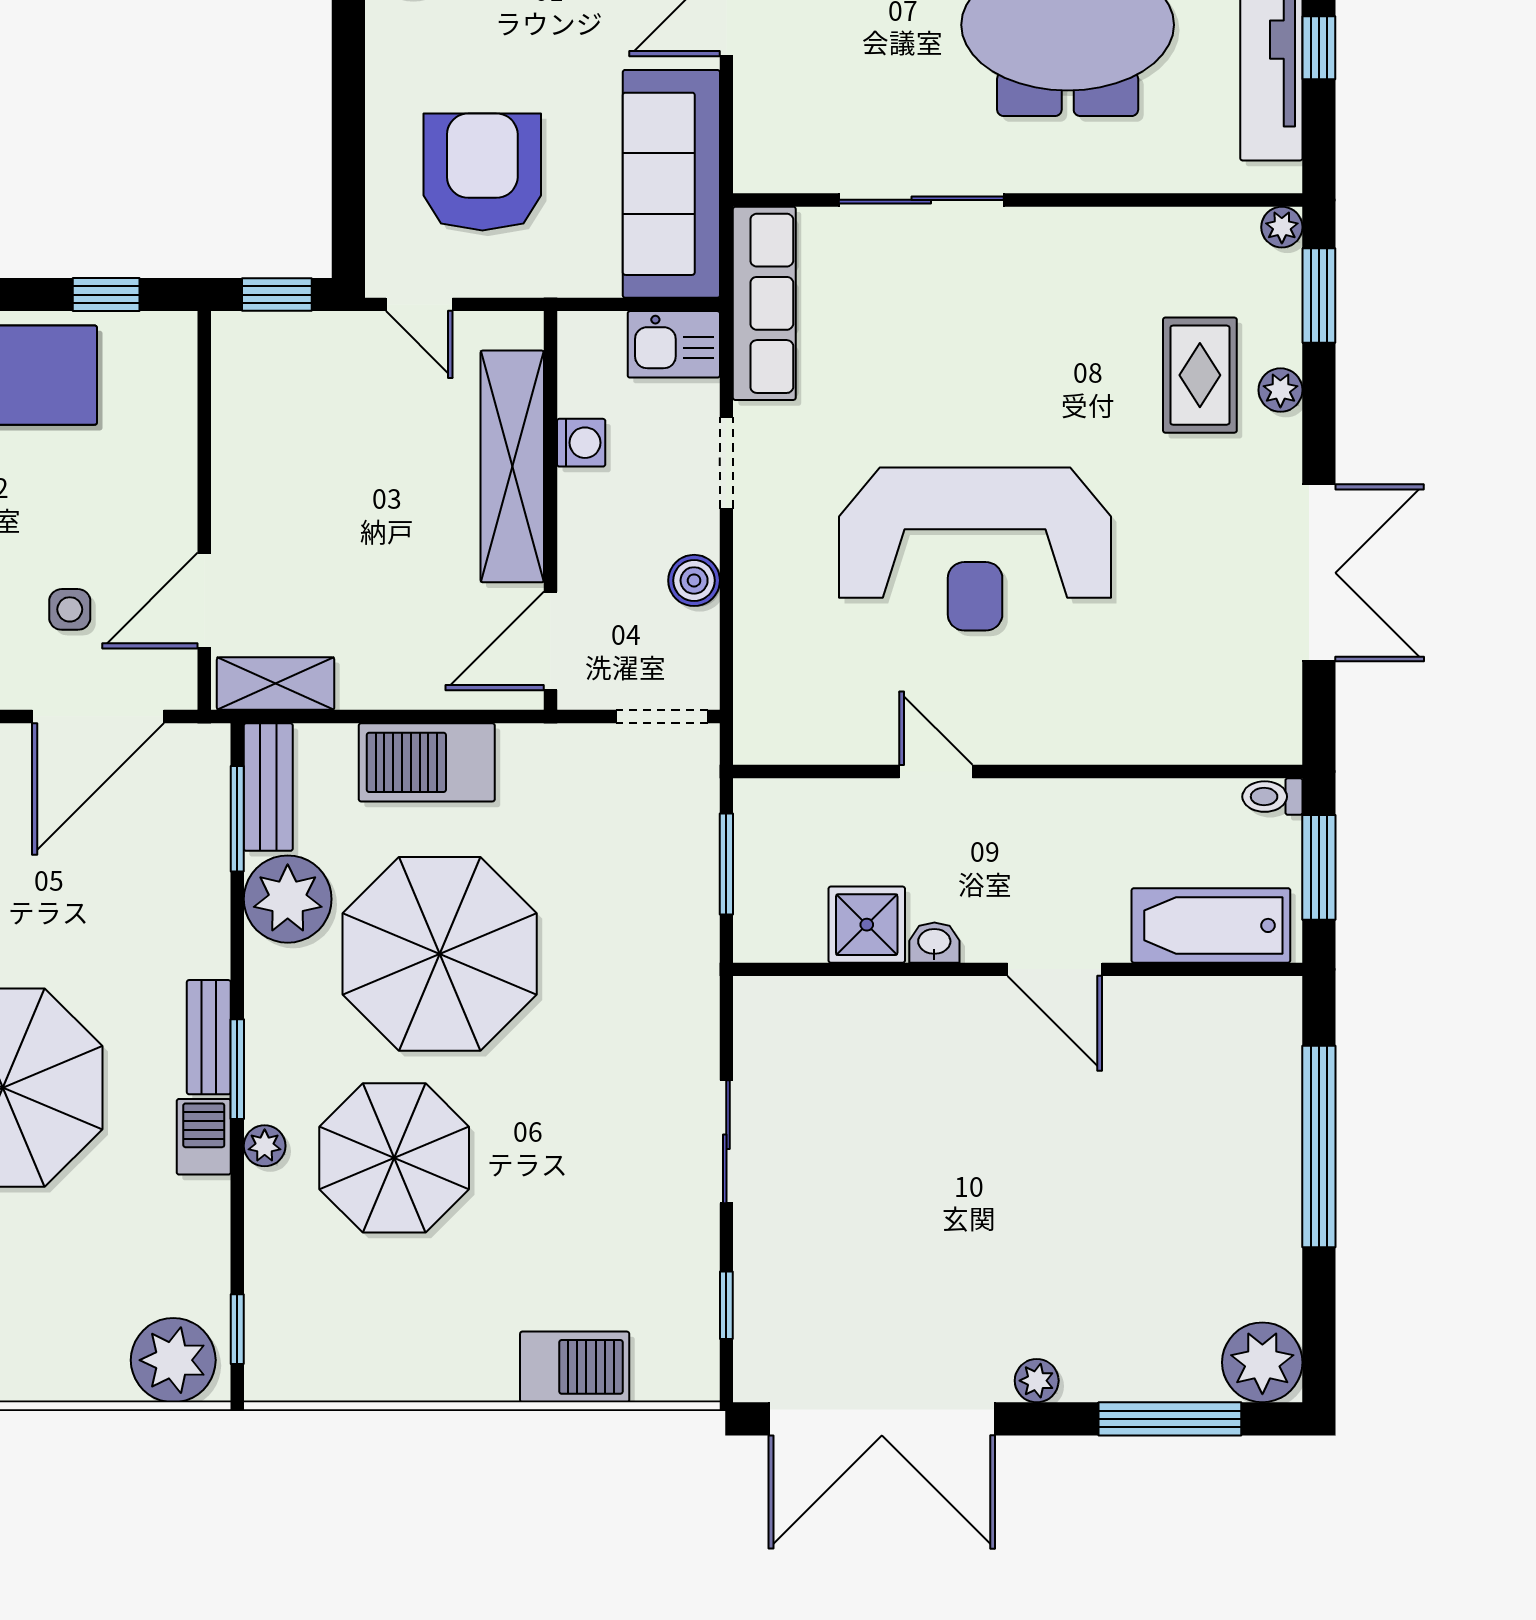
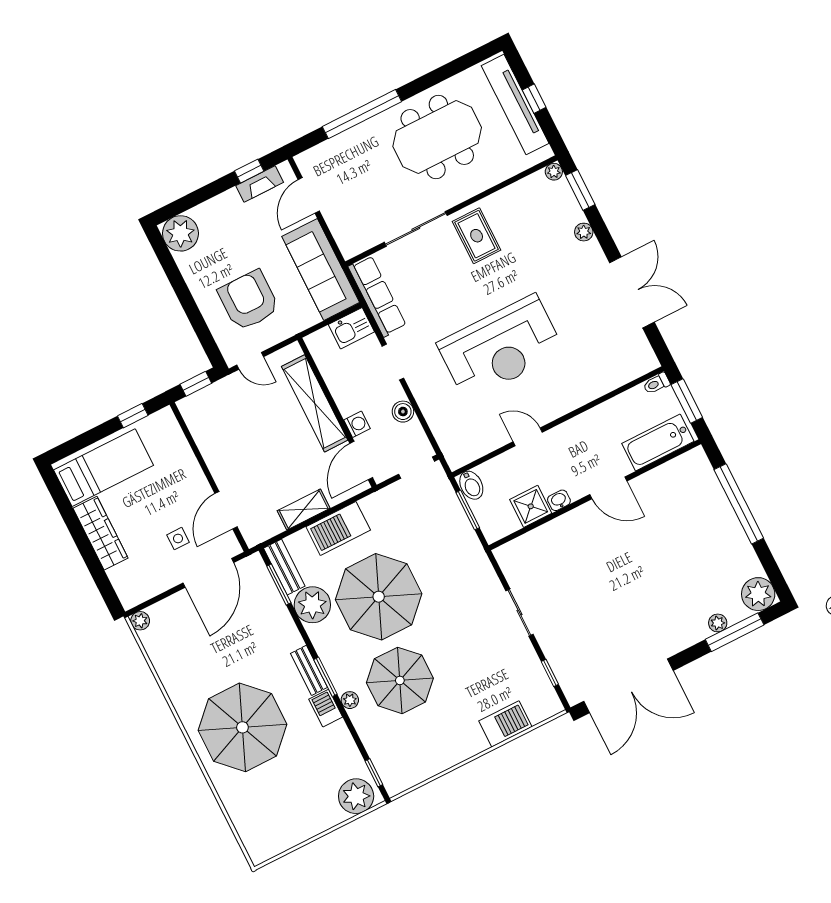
rug: (1200, 375) -> (477, 236), moved
washing machine: (581, 443) -> (357, 424), moved
shelving: (276, 684) -> (304, 509), moved
bidet: (761, 814) -> (471, 485), added
plant: (1037, 1381) -> (718, 623), moved

